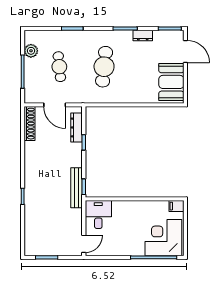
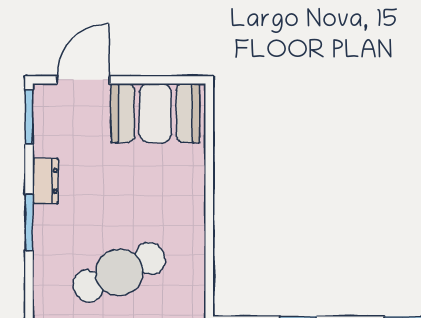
cafe table: (104, 67) -> (119, 272), turned -30

